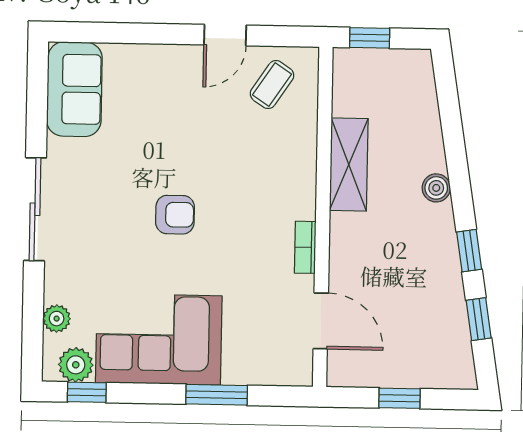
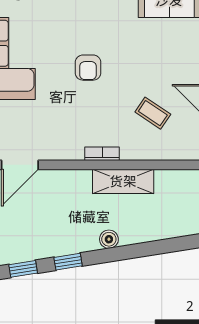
coffee table: (272, 85) -> (153, 113), moved
bookcase: (305, 247) -> (102, 154), moved

